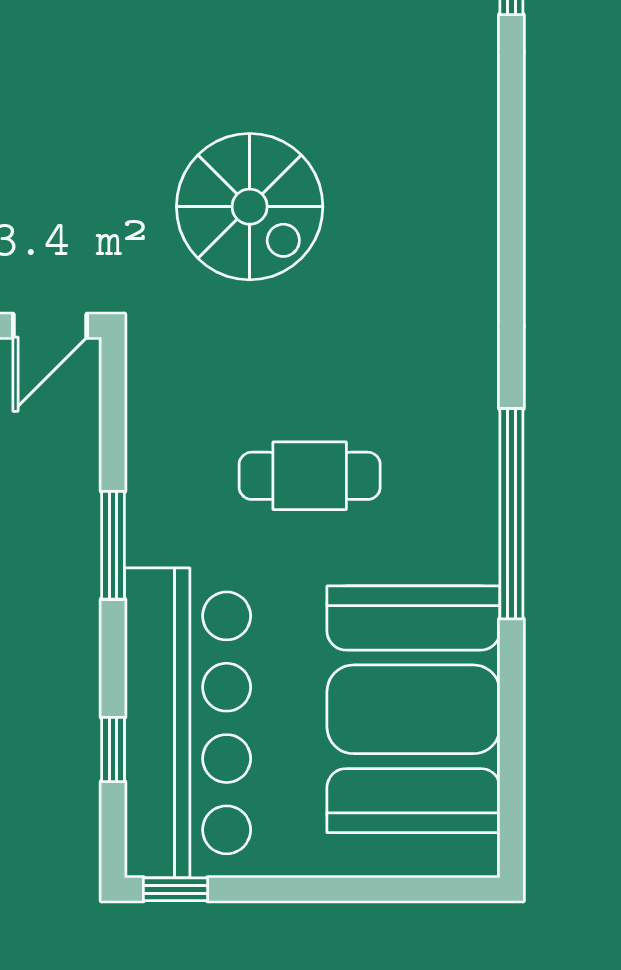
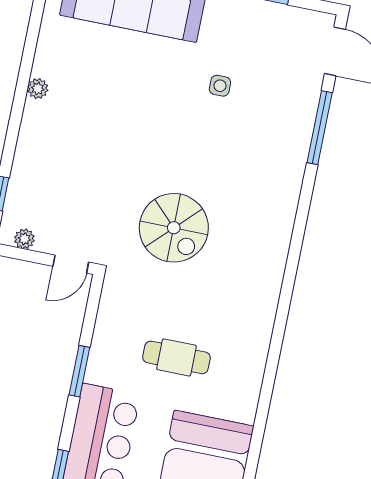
window: (511, 514) -> (266, 394), removed

